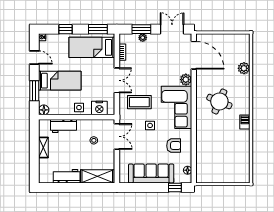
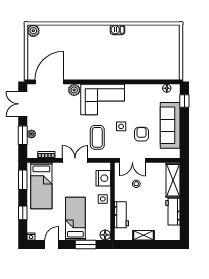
plant: (244, 68) -> (33, 31), moved
round table: (219, 102) -> (97, 56), removed
double door: (117, 136) -> (132, 160), swing flipped
armchair: (174, 146) -> (141, 134), moved

